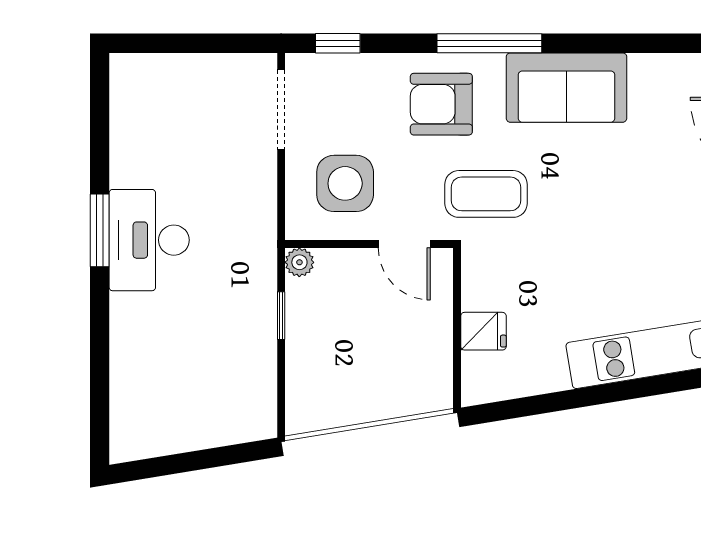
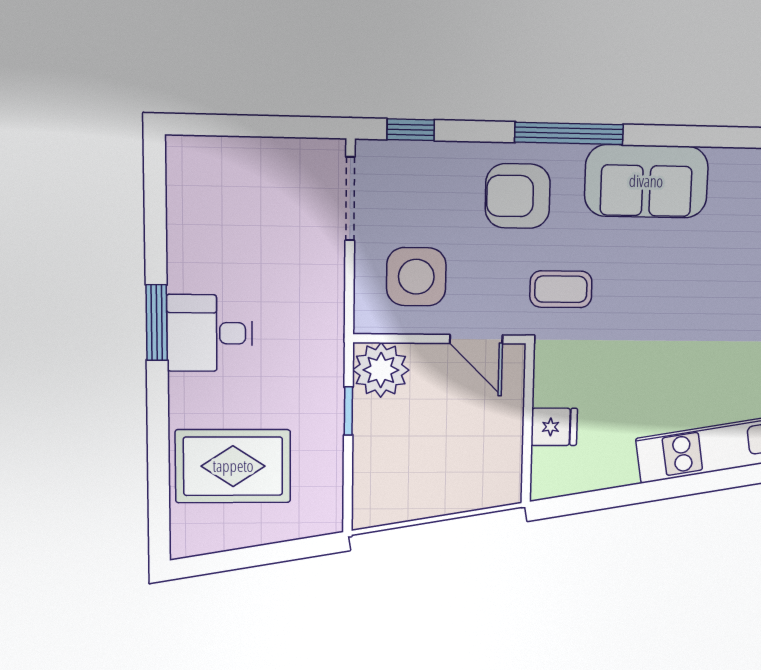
coffee table: (486, 194) -> (561, 289), width x0.73, depth x0.77
desk: (149, 240) -> (210, 333), width x0.73
plant: (299, 262) -> (381, 370), width x1.88, depth x1.88
rug: (171, 371) -> (233, 466), added

